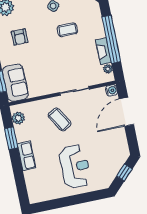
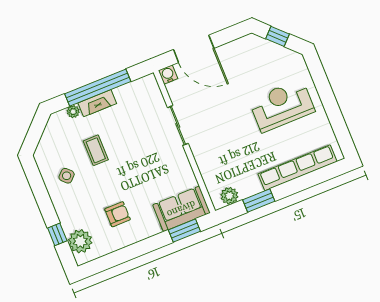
fireplace: (103, 51) -> (97, 103), moved
plant: (108, 69) -> (73, 112), moved
coffee table: (60, 119) -> (221, 139), removed
row of seats: (26, 156) -> (297, 168), width x2.02

